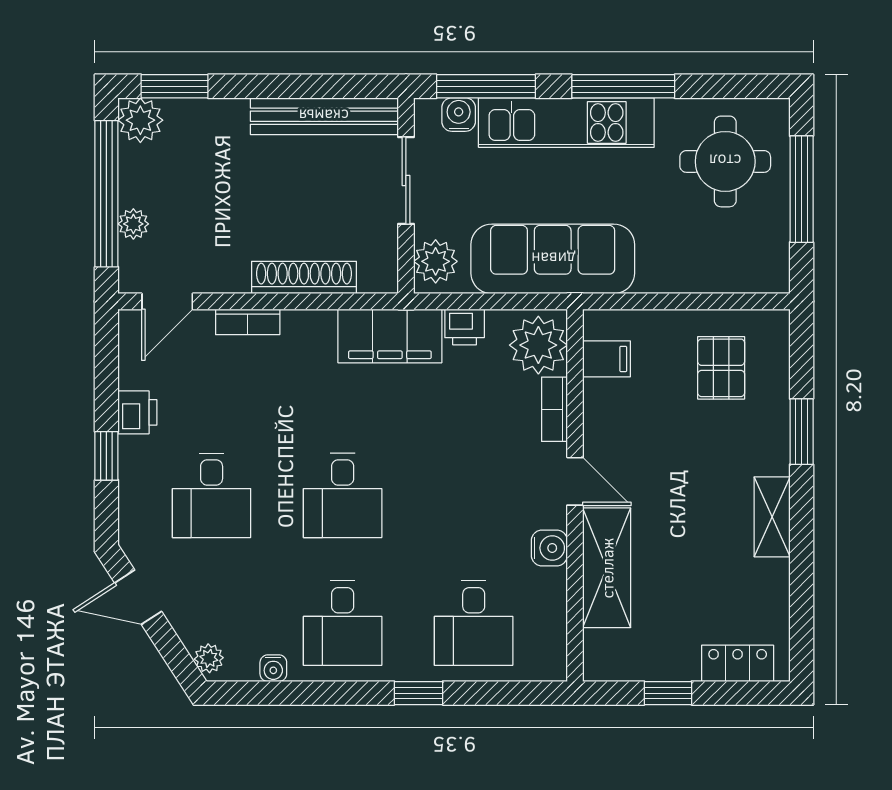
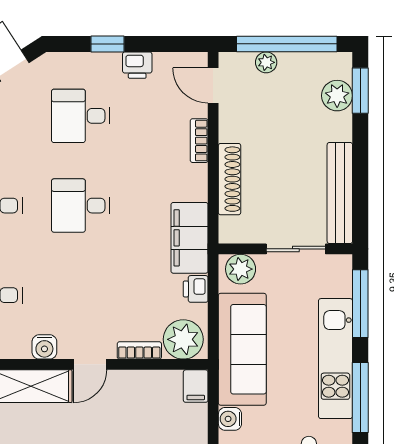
water cooler: (459, 115) -> (230, 419), moved, turned 180
plant: (140, 120) -> (337, 96), moved
filing cabinet: (607, 359) -> (196, 386), moved

